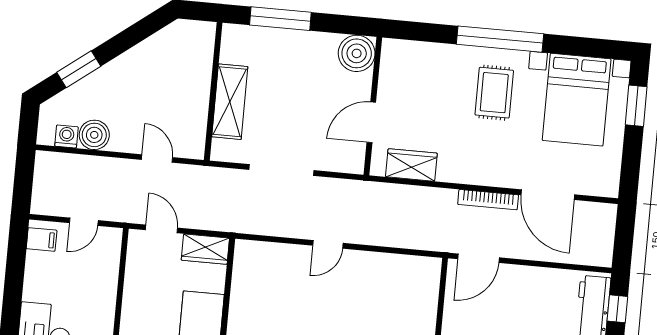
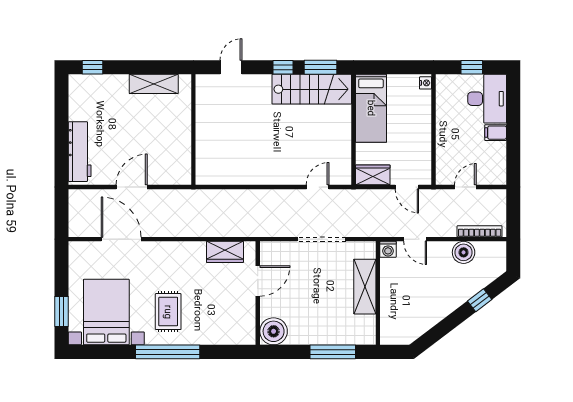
window: (79, 69) -> (480, 300), width x0.67
washing machine: (66, 136) -> (388, 249), moved
bookcase: (488, 200) -> (480, 231), moved
filing cabinet: (42, 239) -> (496, 133), moved
door: (328, 244) -> (318, 187), moved
door: (479, 258) -> (132, 187), moved
window: (617, 309) -> (61, 159), removed

